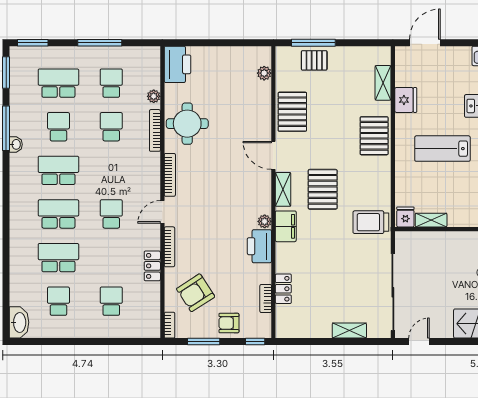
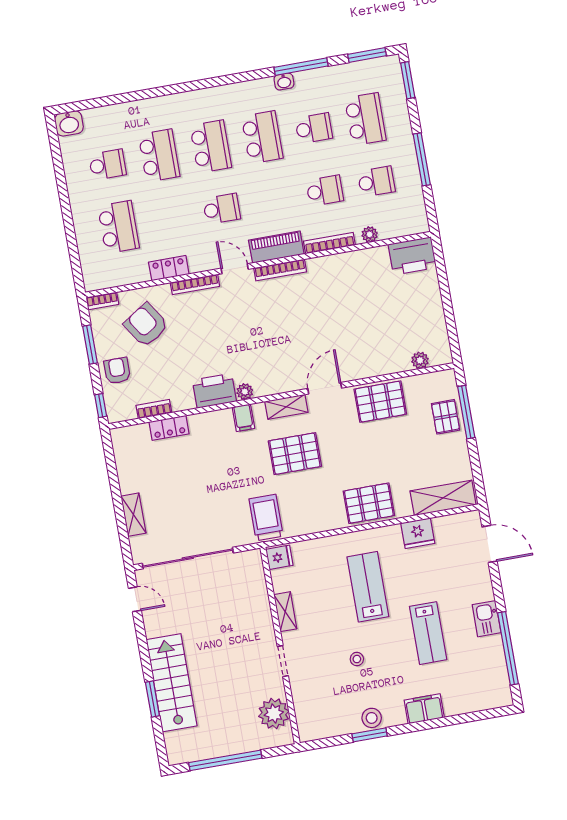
shelving: (383, 83) -> (443, 498), width x1.50, depth x1.33
round table: (187, 124) -> (344, 280), removed
piano: (151, 175) -> (276, 247), added
shelving: (431, 220) -> (285, 612), moved
filing cabinet: (286, 226) -> (243, 418), width x0.50
school desk: (111, 301) -> (119, 227), width x1.85
washbasin: (19, 322) -> (69, 123), width x0.72

